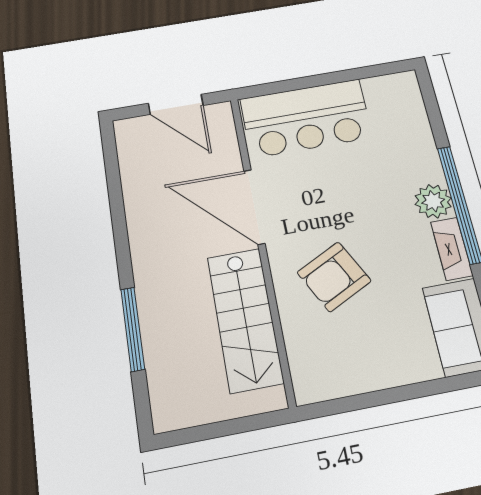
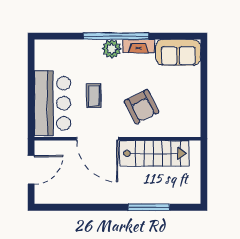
coffee table: (336, 186) -> (94, 96), added
door: (254, 207) -> (97, 139), hinge flipped

